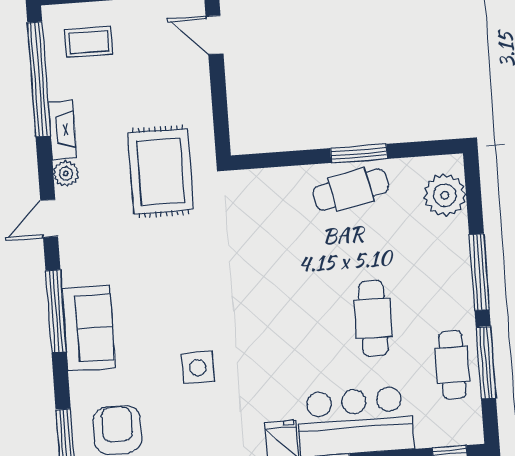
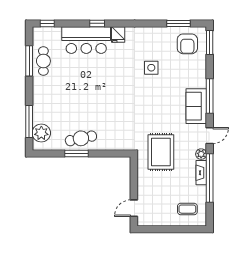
door: (214, 35) -> (134, 208), swing flipped
window: (39, 79) -> (210, 178), moved
window: (479, 272) -> (29, 122), moved
cafe table: (373, 318) -> (75, 83), removed
sofa: (89, 328) -> (196, 106), moved

